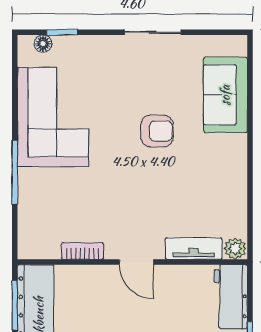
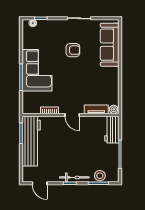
sofa: (225, 95) -> (110, 45), width x1.36
corner sofa: (53, 117) -> (37, 70), moved
armchair: (157, 131) -> (73, 50), moved

